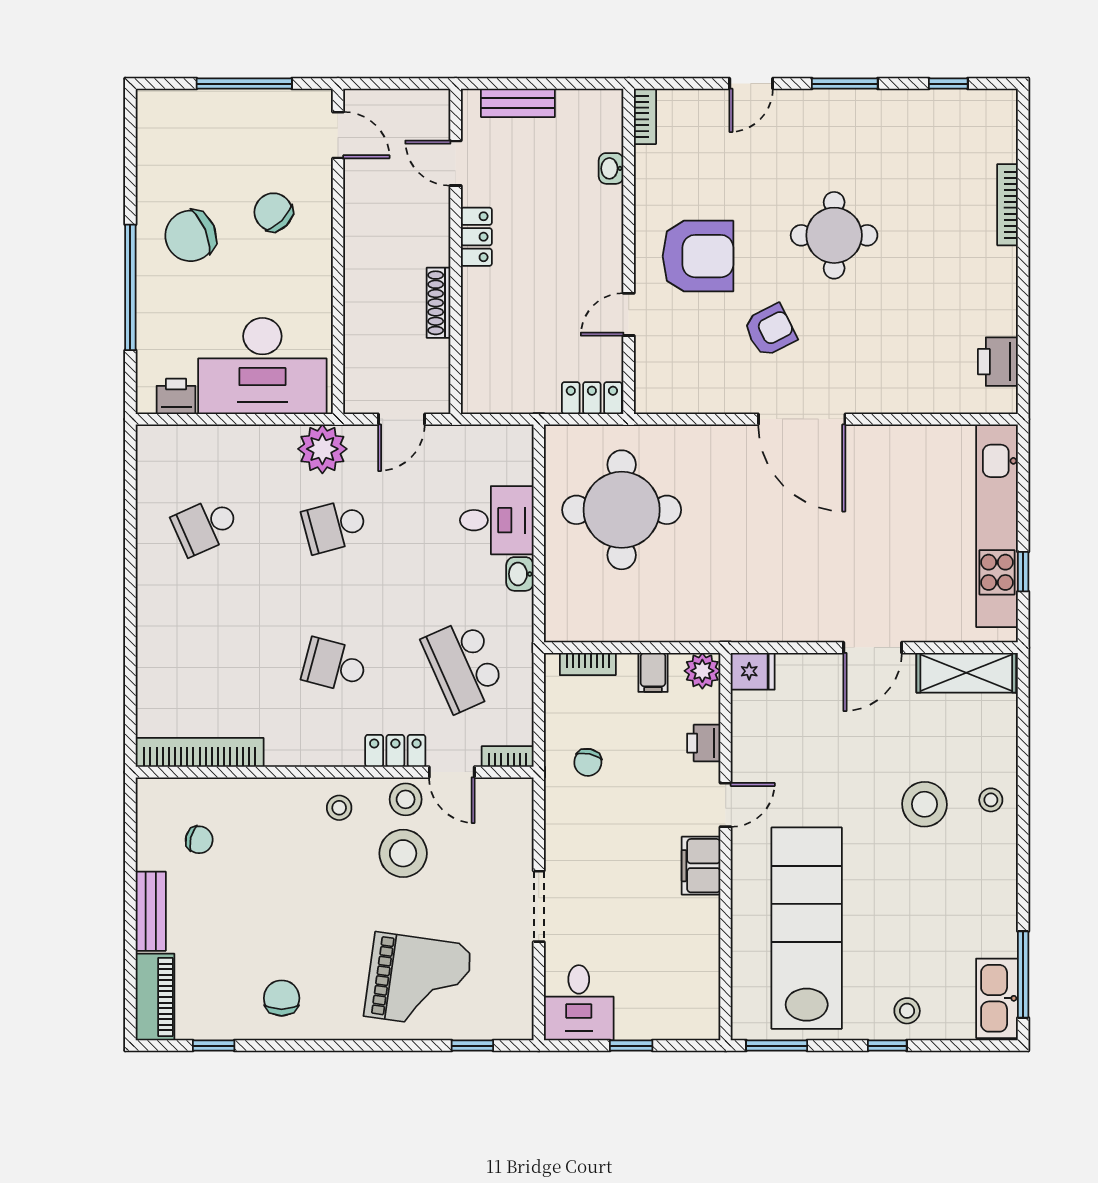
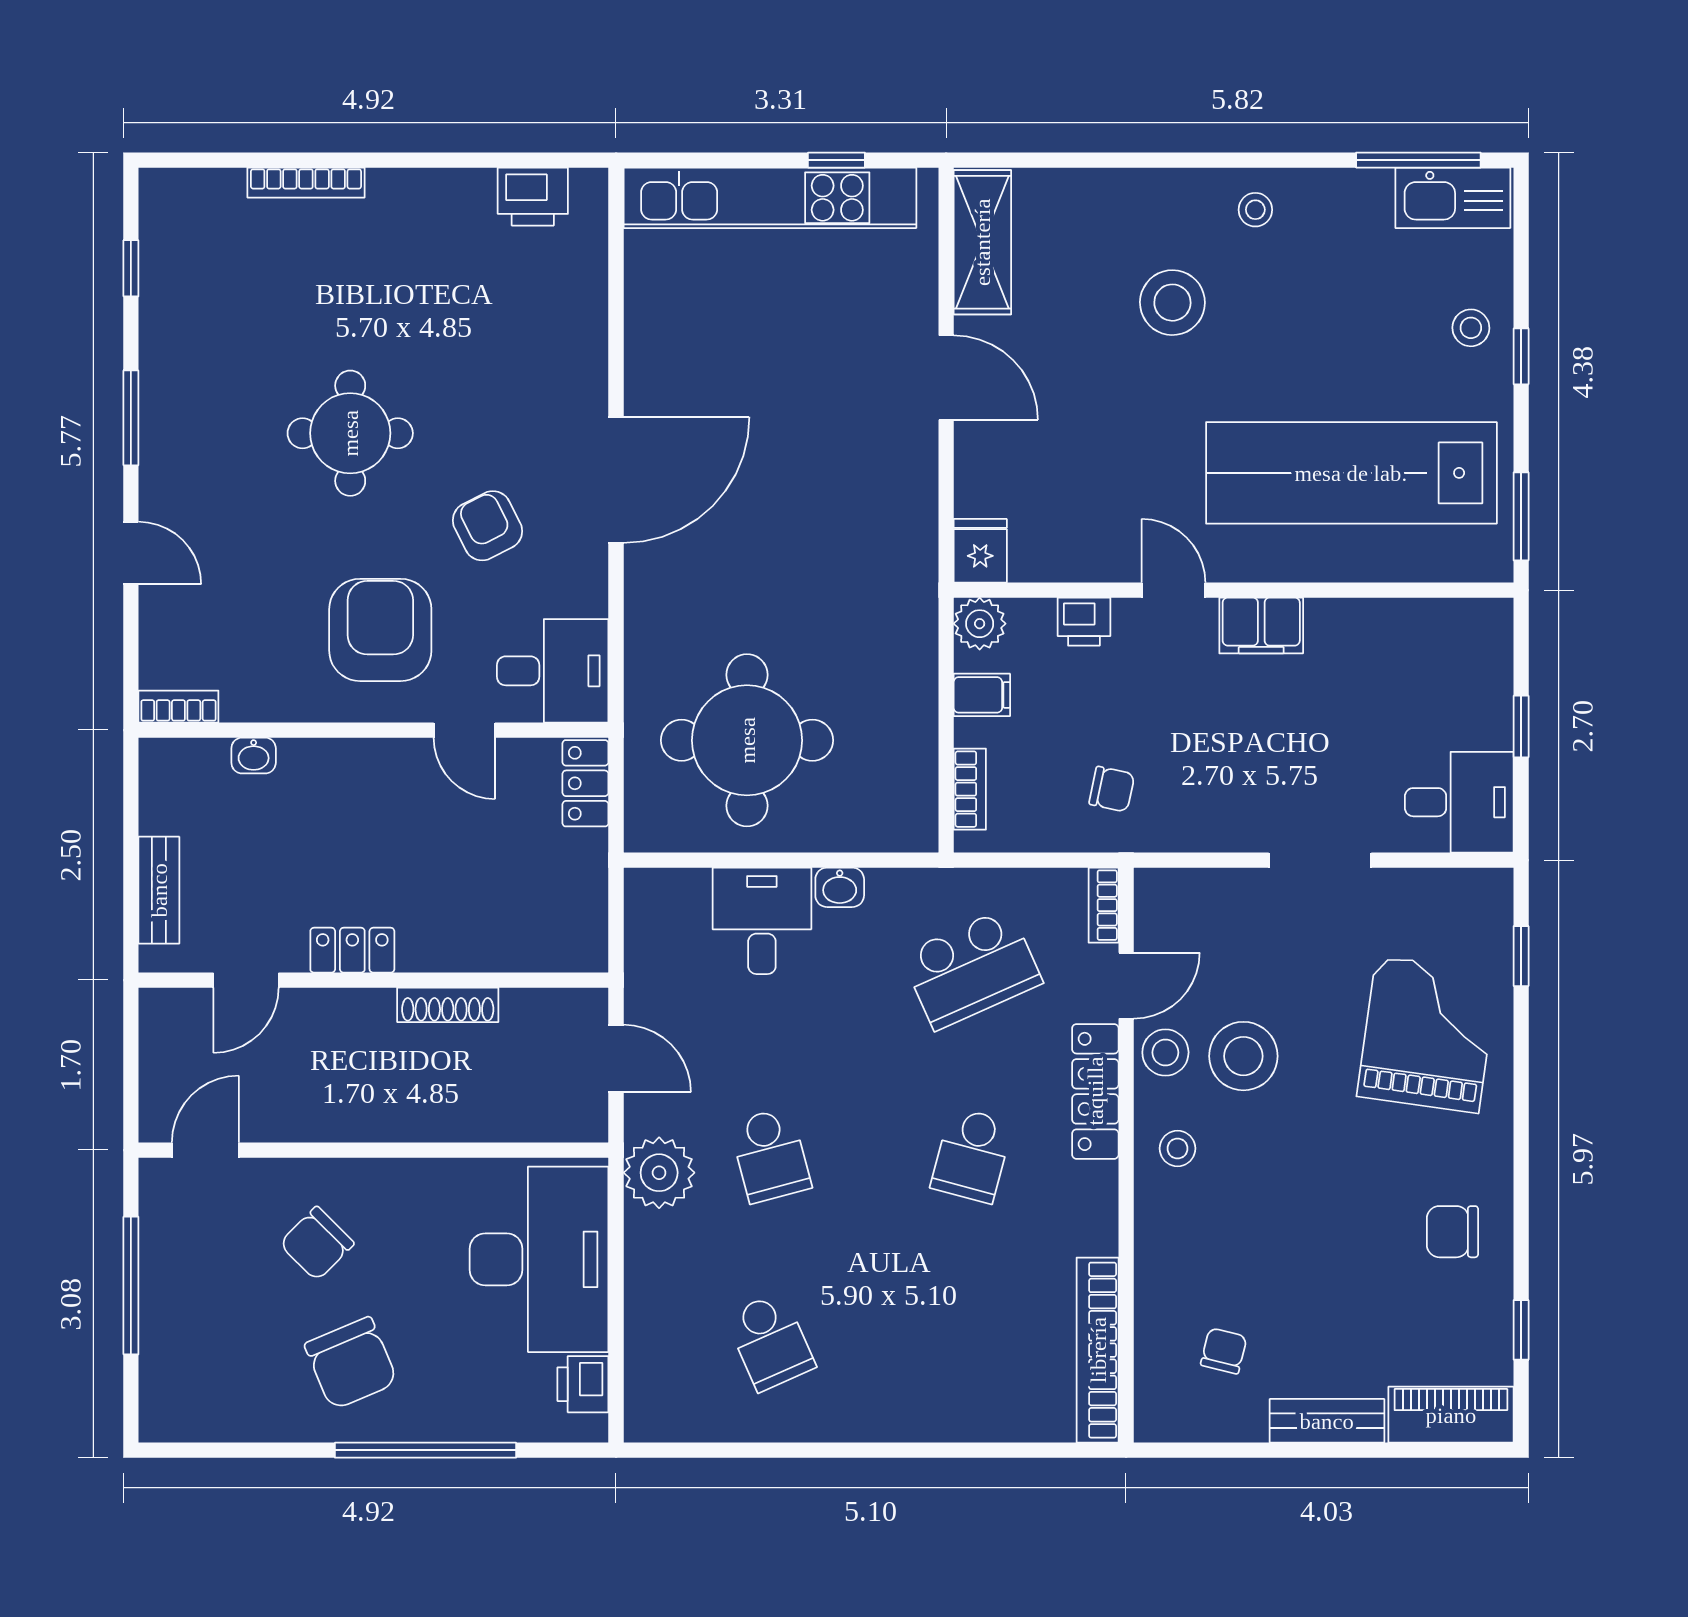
desk: (670, 375) -> (553, 671), added
locker: (395, 751) -> (1095, 1091), width x1.53
stool: (991, 800) -> (1255, 210), moved

